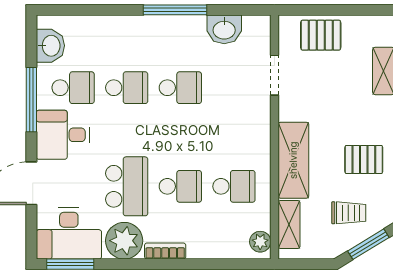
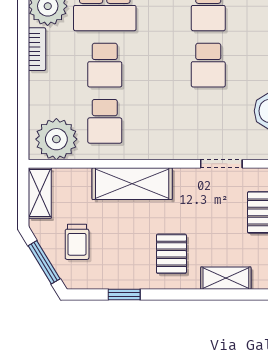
pallet: (364, 159) -> (171, 254), moved
shelving: (289, 224) -> (40, 193), moved, turned 90
plant: (260, 242) -> (56, 139), width x1.88, depth x1.88

